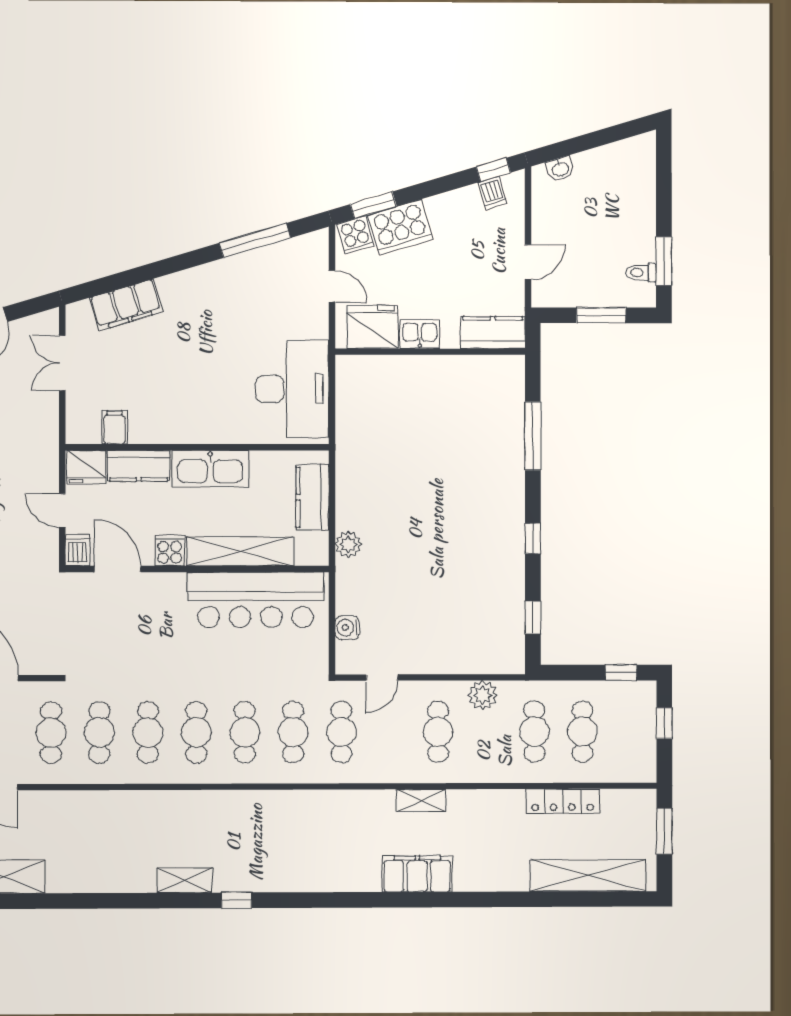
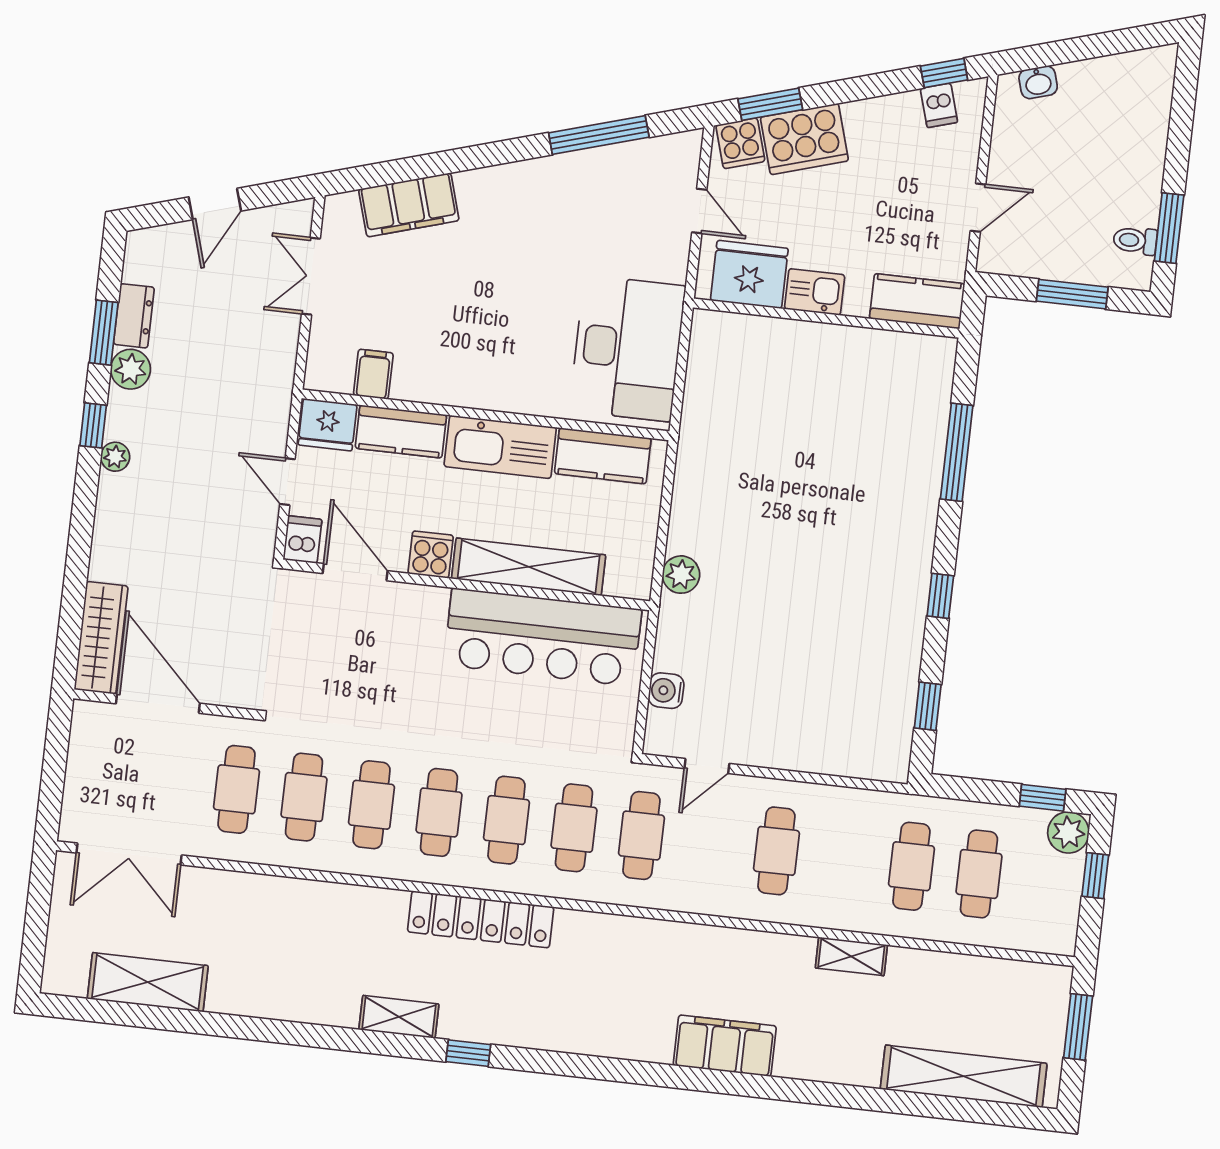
kitchen counter: (312, 497) -> (603, 456), moved, turned -90
plant: (483, 695) -> (1068, 832), moved
shelving: (421, 800) -> (851, 956), moved
locker: (563, 801) -> (481, 919), moved, width x1.41, depth x1.21

